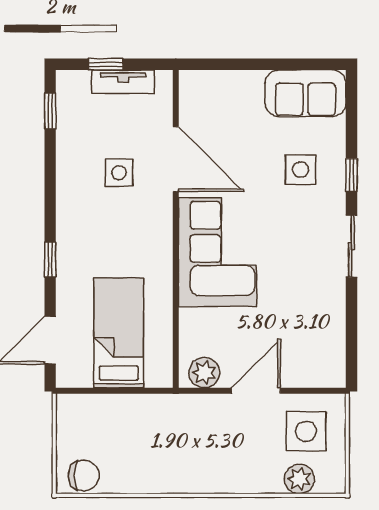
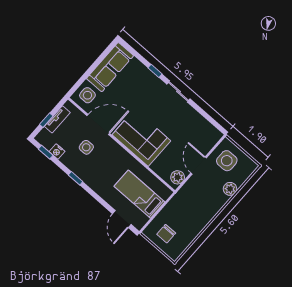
sofa: (305, 93) -> (110, 67), width x1.36
nightstand: (68, 129) -> (57, 152), added
side table: (301, 170) -> (87, 95), moved
window: (50, 260) -> (75, 178), moved
chair: (84, 476) -> (166, 234), moved, turned 180
plant: (299, 479) -> (230, 189), moved

